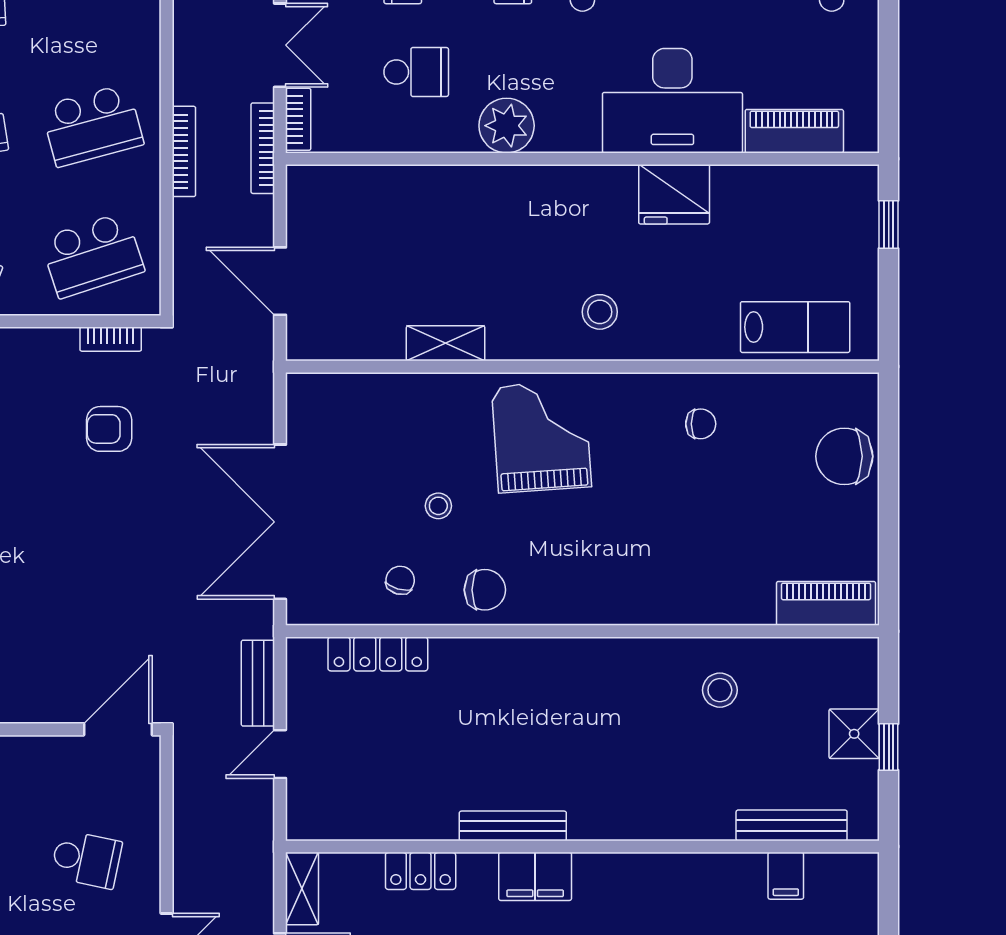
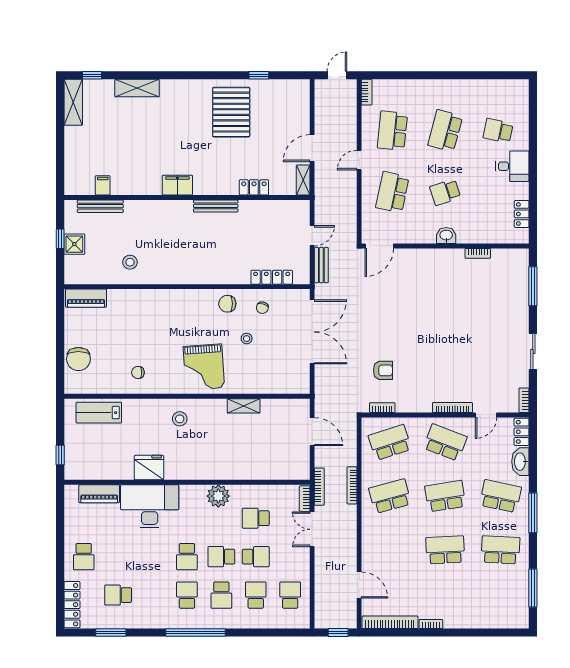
chair: (844, 456) -> (78, 359), turned 90
school desk: (86, 859) -> (392, 192), width x1.85
filing cabinet: (535, 876) -> (177, 185), moved

